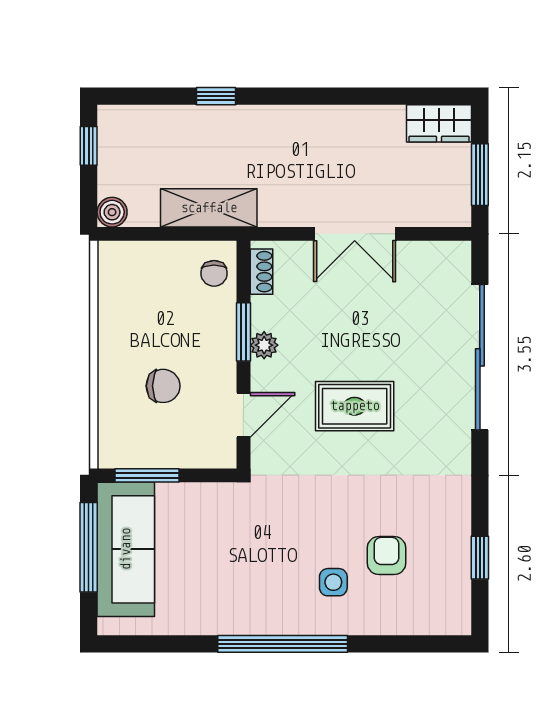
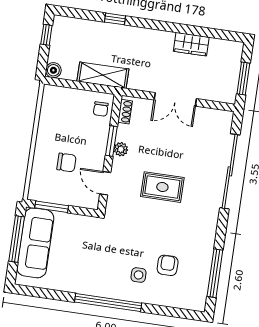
wardrobe: (439, 123) -> (191, 44), moved
door: (243, 415) -> (105, 183), swing flipped
window: (480, 558) -> (215, 273), width x2.17

